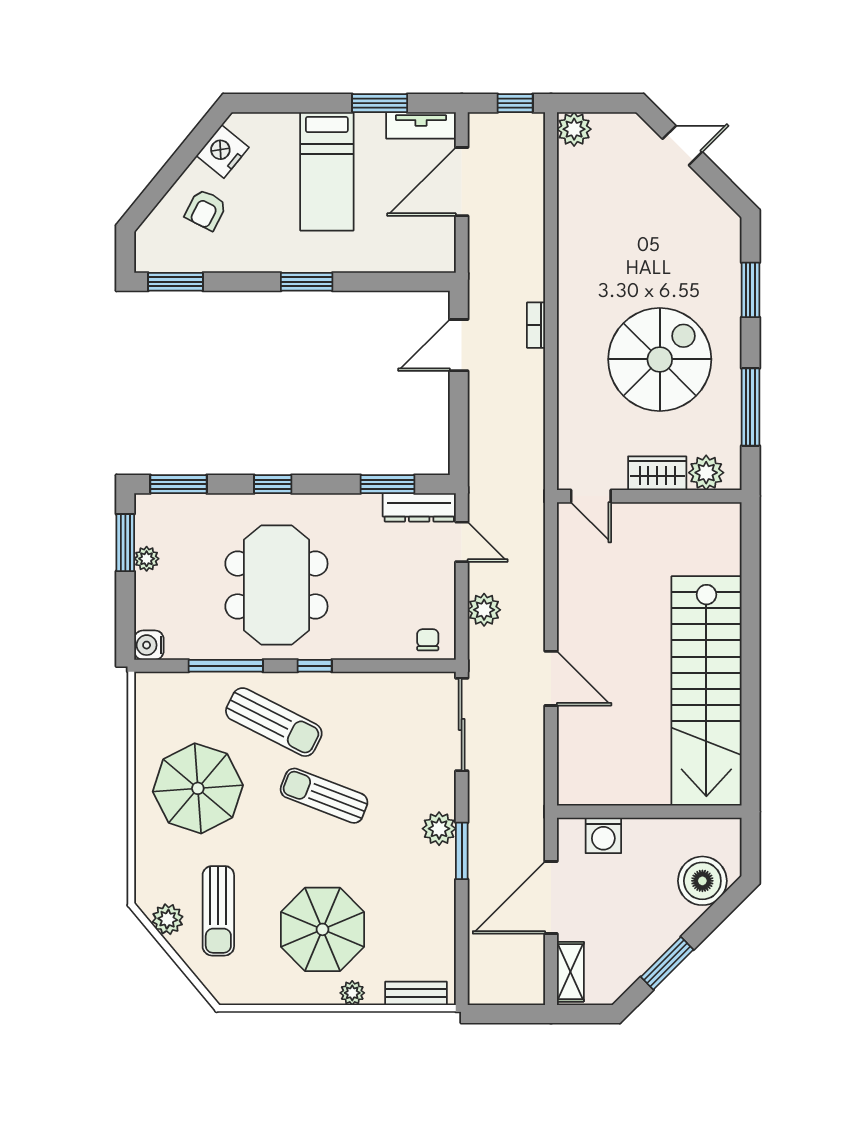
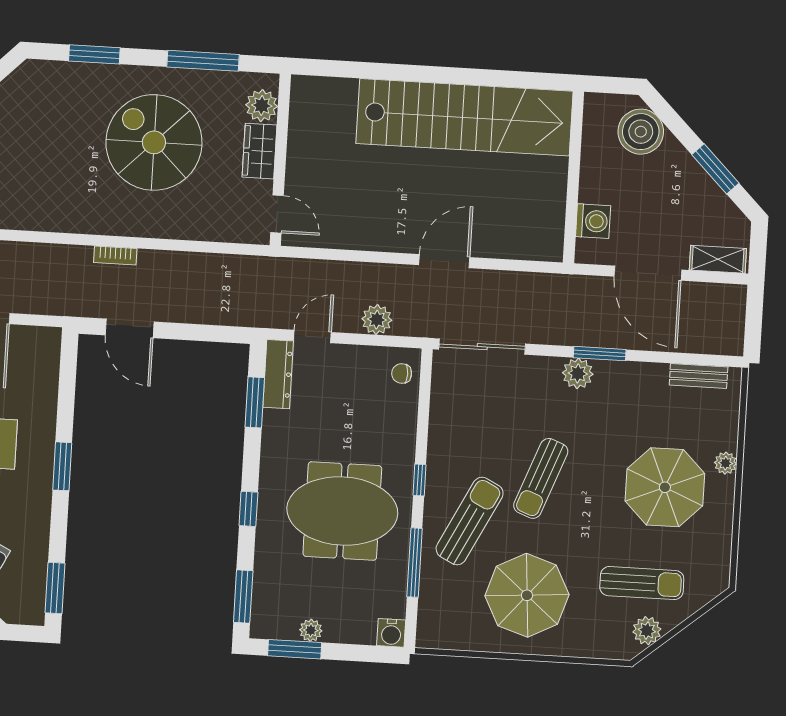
door: (591, 496) -> (277, 214), hinge flipped
bench: (416, 993) -> (699, 376), moved, turned 90

